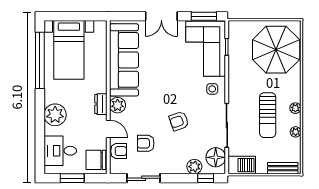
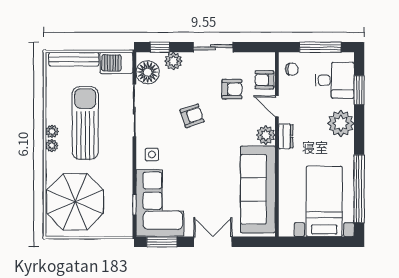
sun lounger: (268, 115) -> (85, 123), width x1.36, depth x1.34
plant: (296, 132) -> (52, 146), moved
window: (40, 142) -> (359, 90), added
chair: (96, 160) -> (292, 69), width x0.54, depth x0.54
bench: (283, 168) -> (74, 59), width x1.36
window: (72, 178) -> (320, 47), width x1.44
sliding door: (144, 178) -> (213, 47), moved

